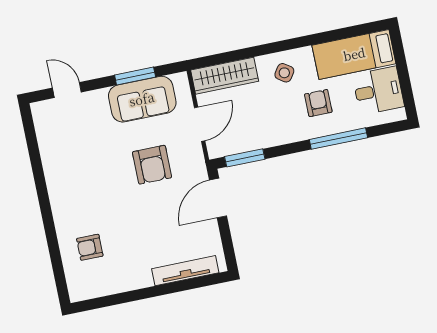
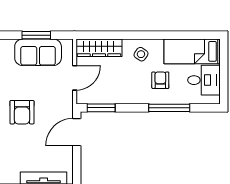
armchair: (152, 165) -> (22, 112), moved

